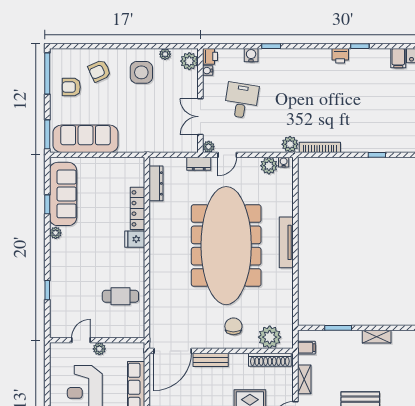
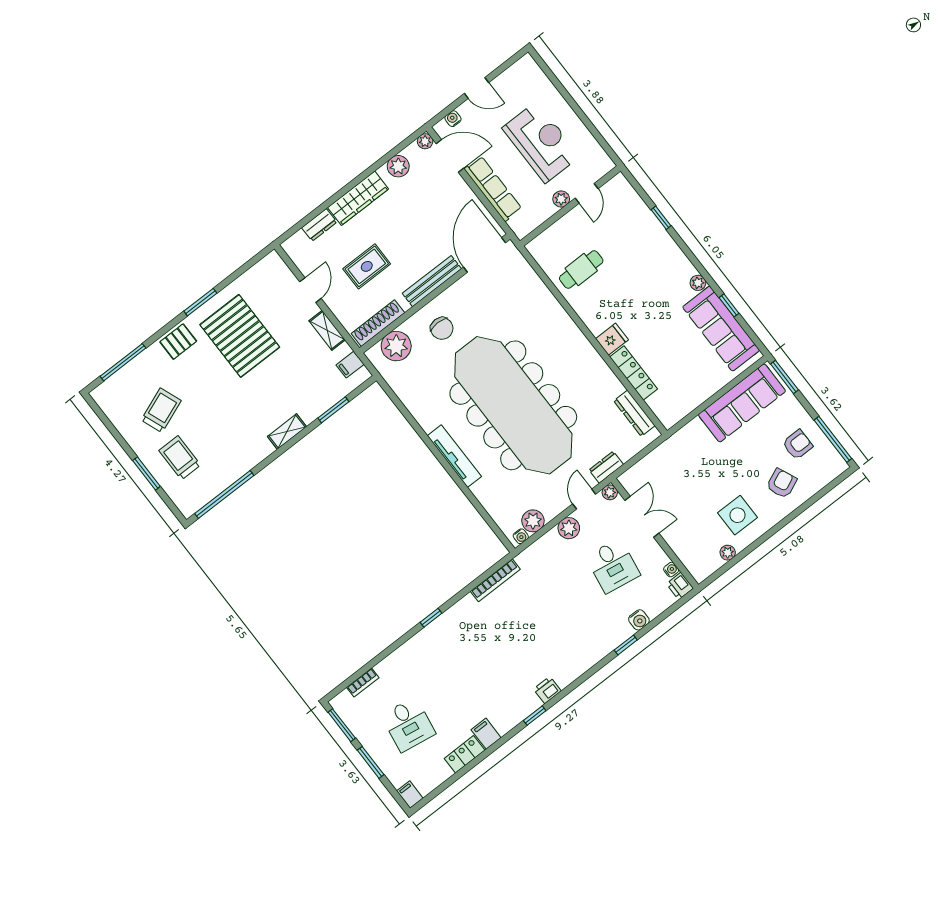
plant: (189, 61) -> (697, 565), removed
plant: (290, 144) -> (569, 528), moved
bench: (211, 360) -> (432, 281), width x1.36

